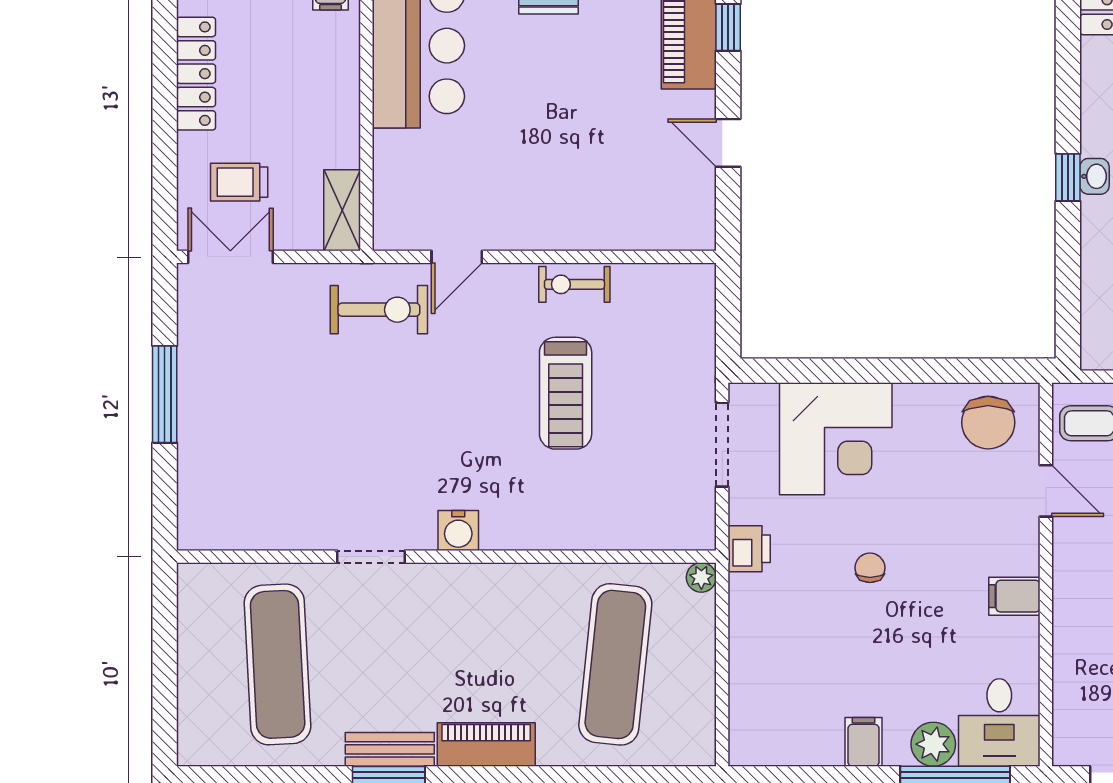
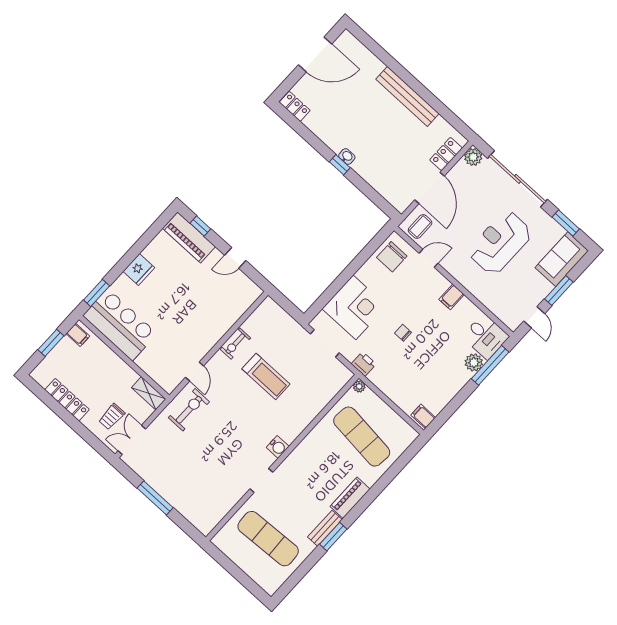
chair: (988, 423) -> (392, 257), turned 90
filing cabinet: (863, 742) -> (423, 416), moved

